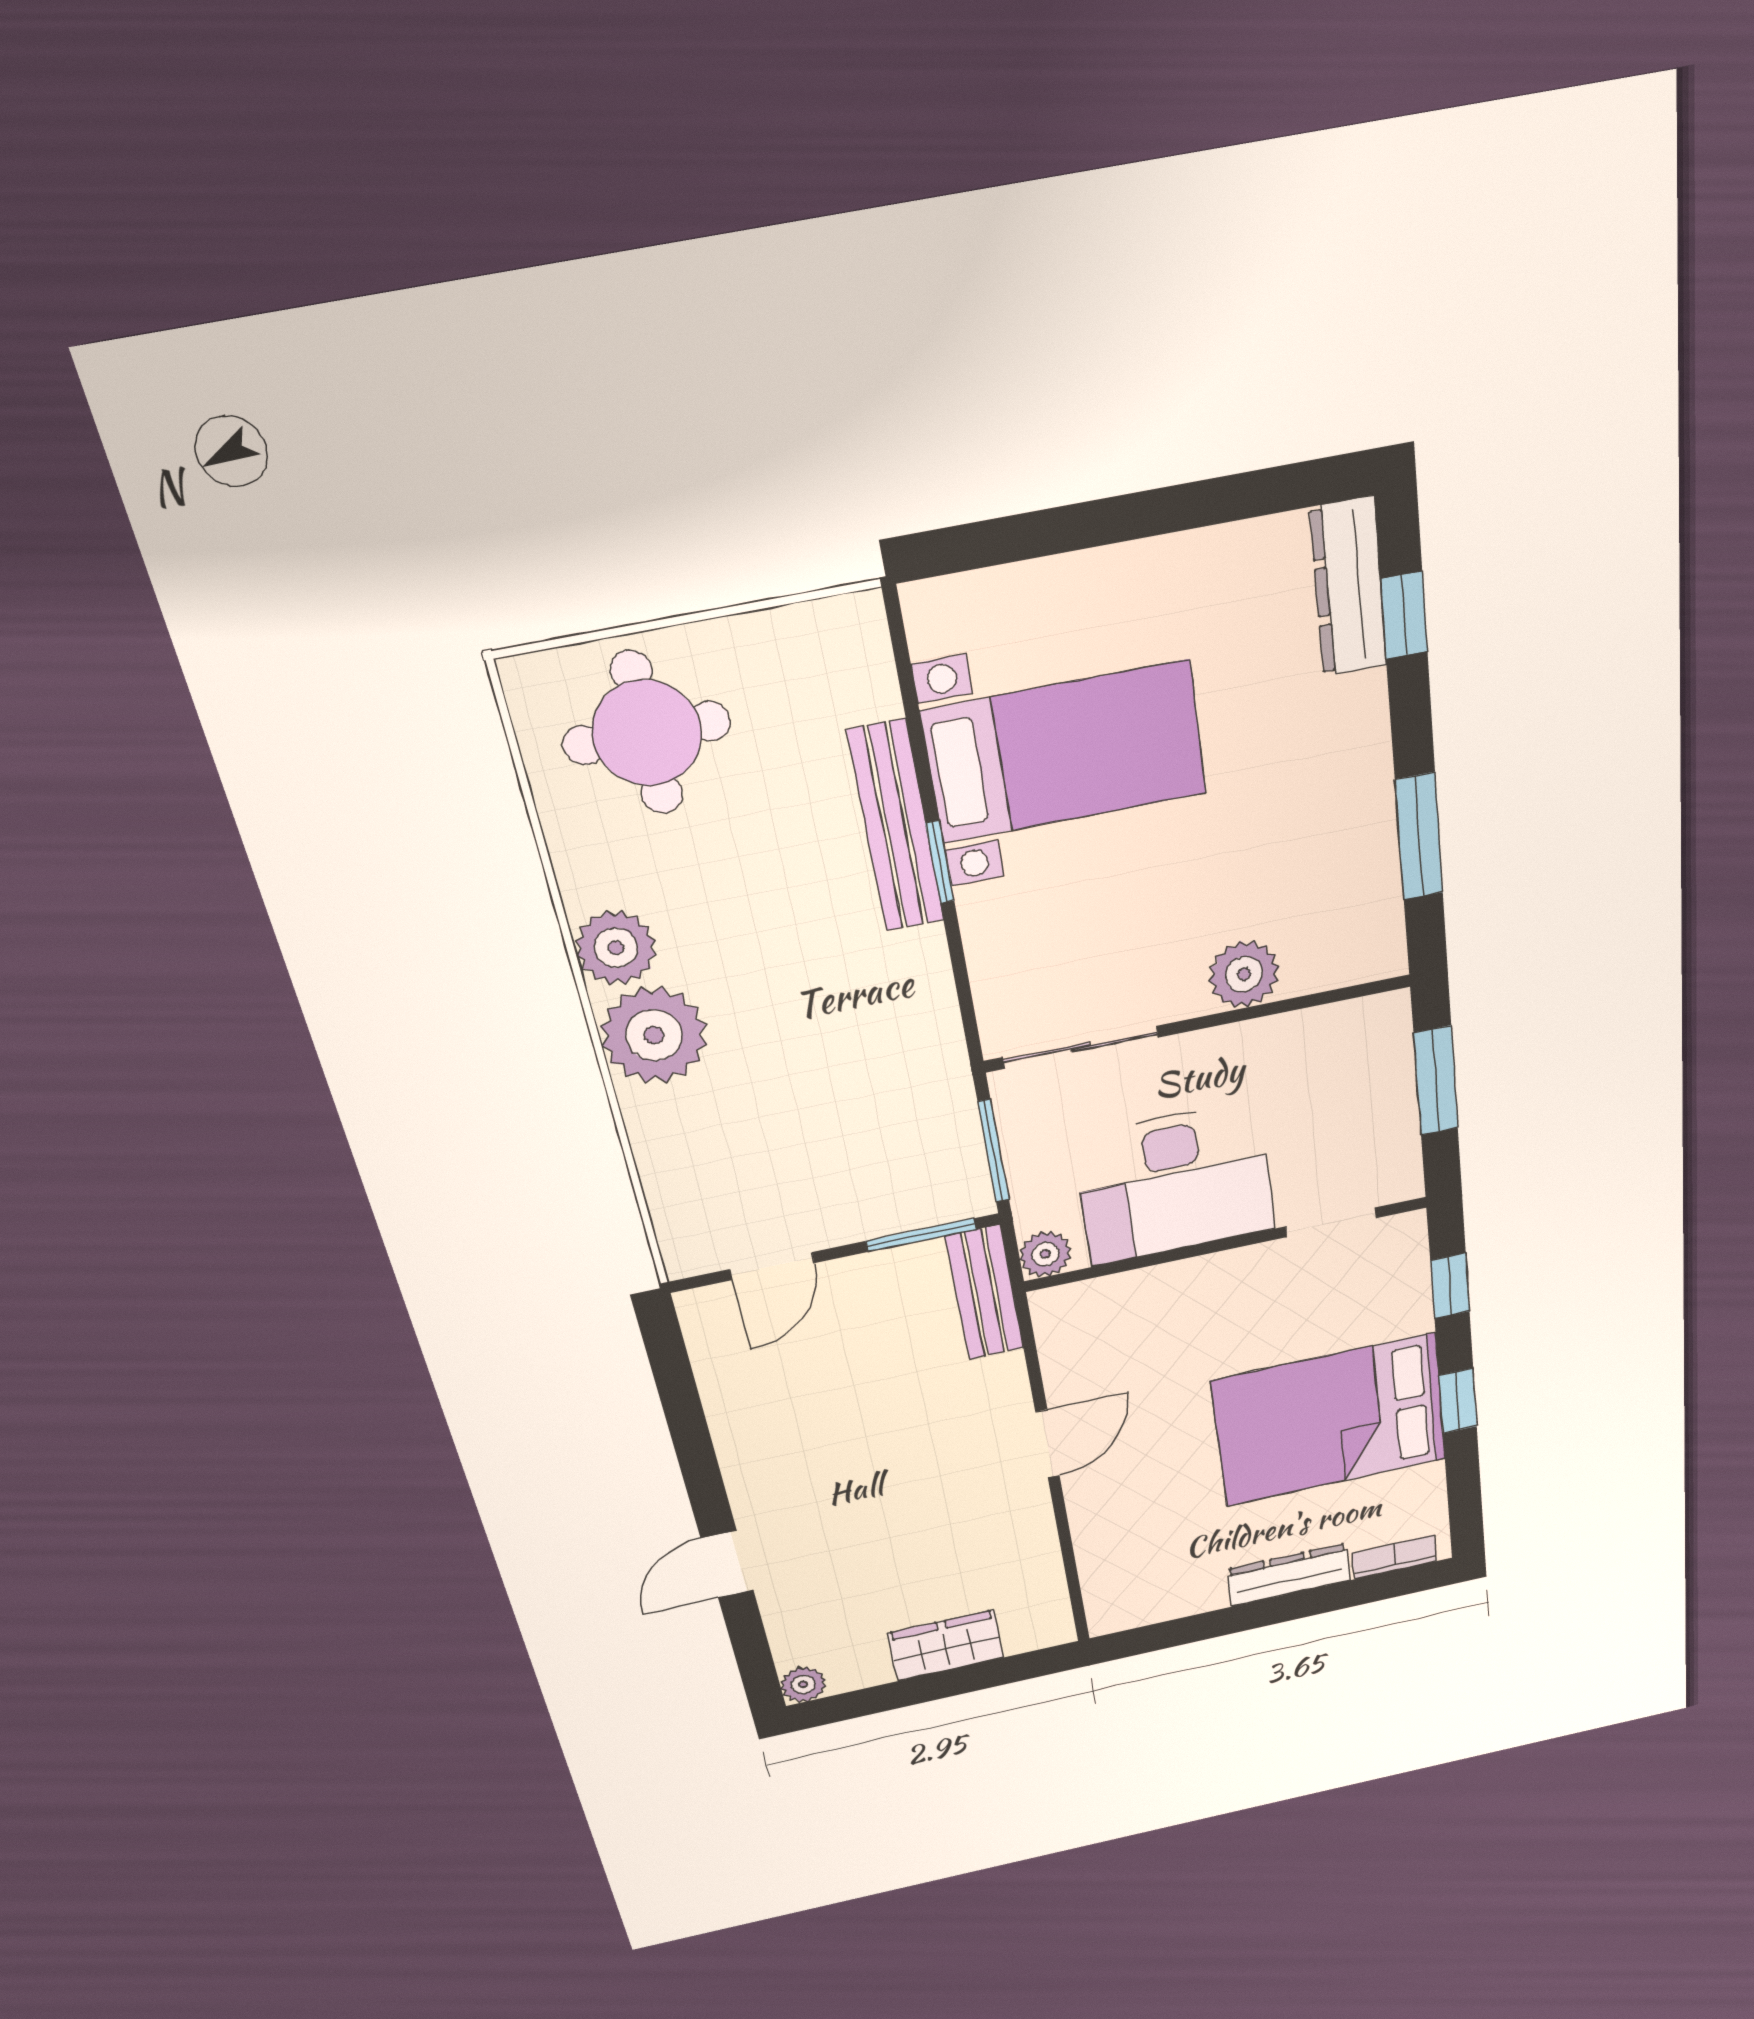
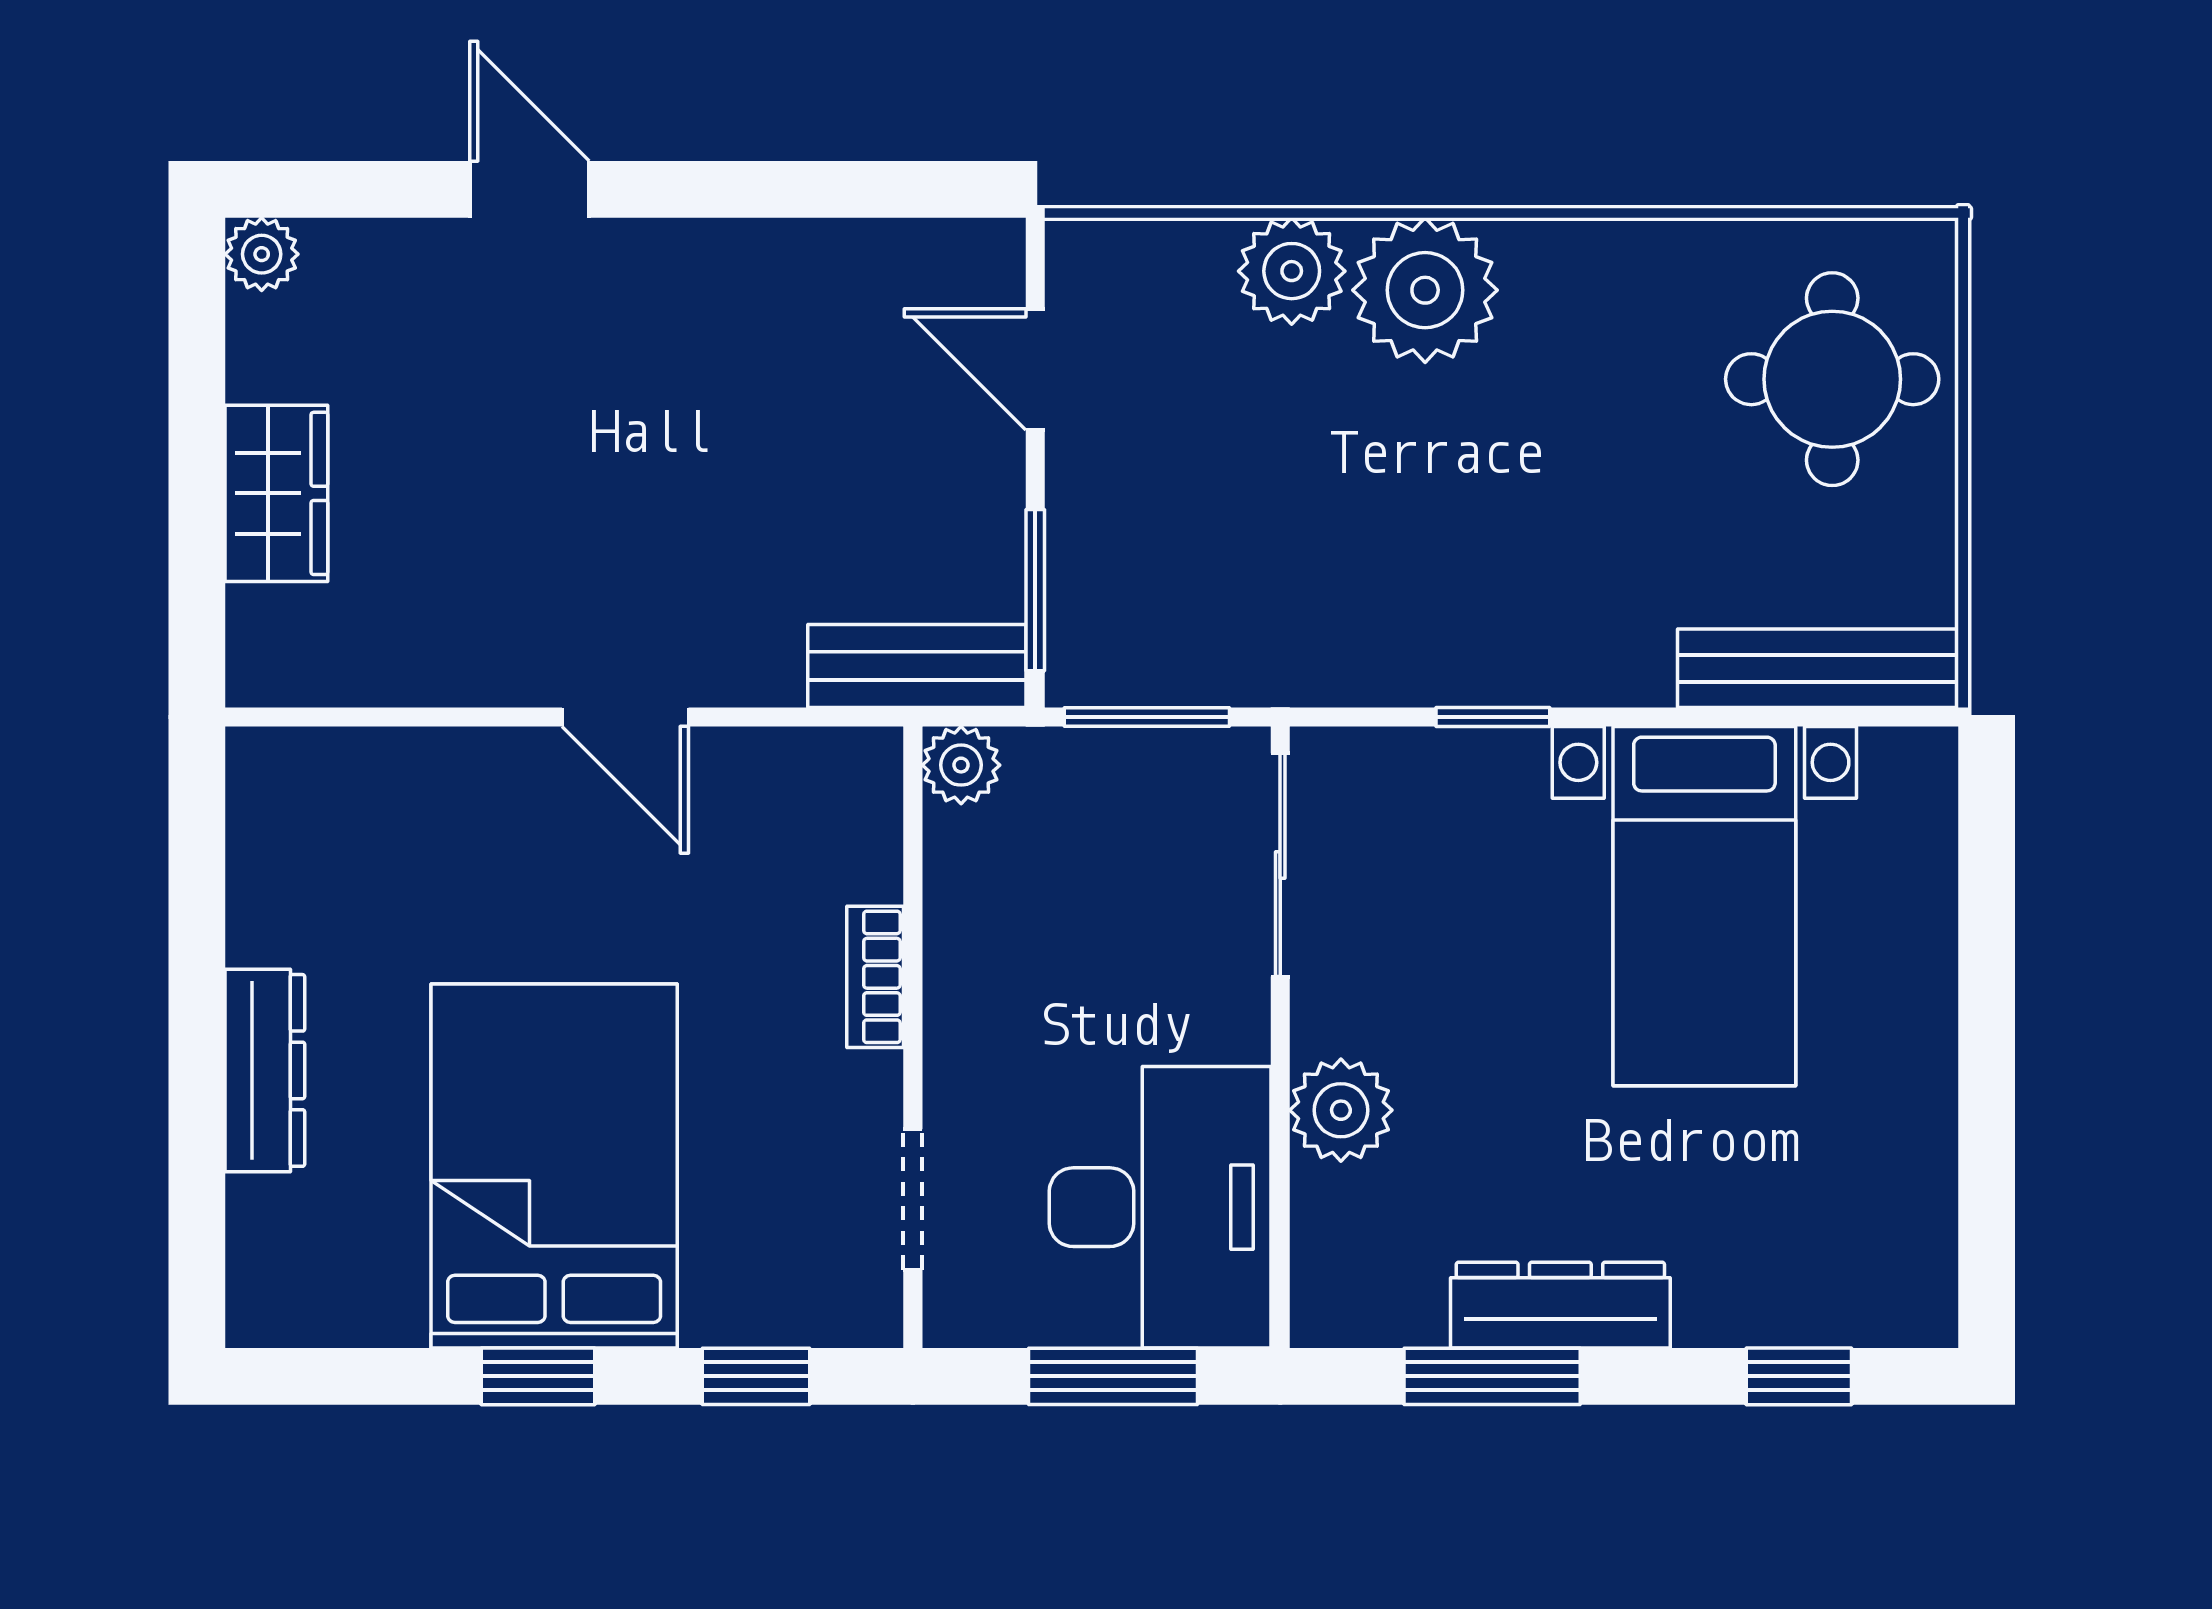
dresser: (1349, 587) -> (1560, 1305), moved
bench: (896, 827) -> (1818, 668), moved
window: (940, 862) -> (1493, 717), moved
plant: (616, 948) -> (1292, 271), moved
desk: (1175, 1184) -> (1160, 1207), moved, turned 180
bookcase: (1394, 1557) -> (875, 977), moved, turned 180

